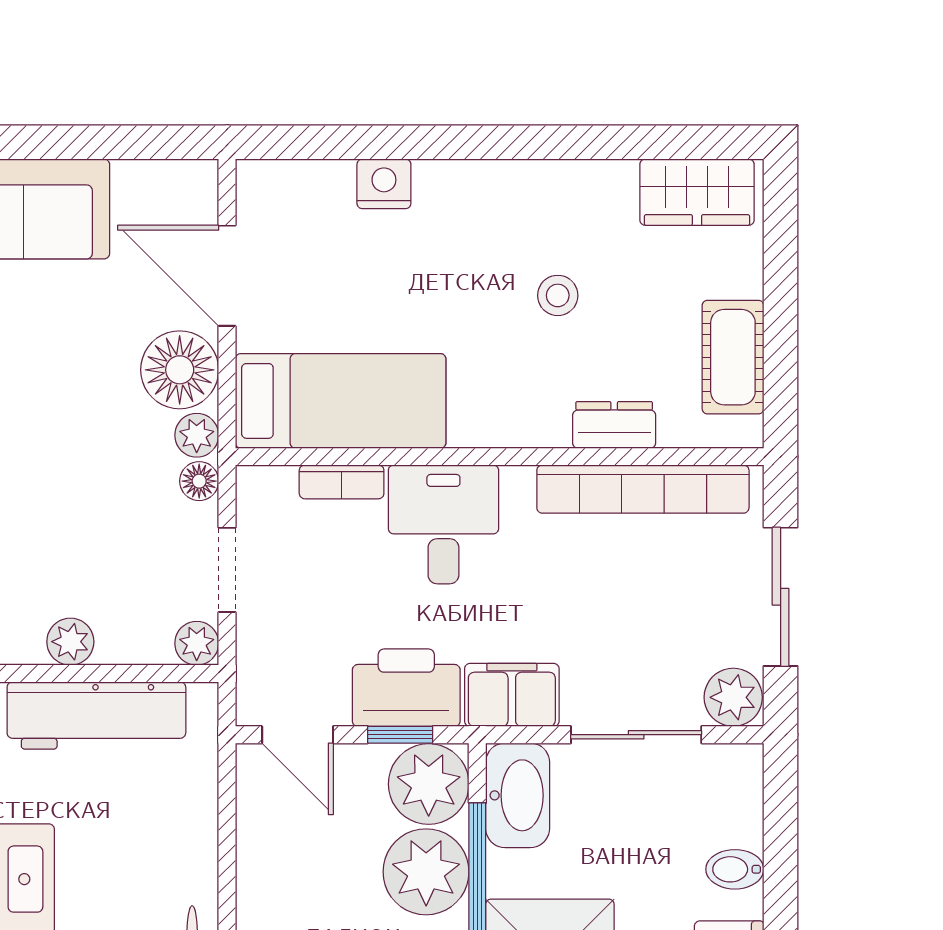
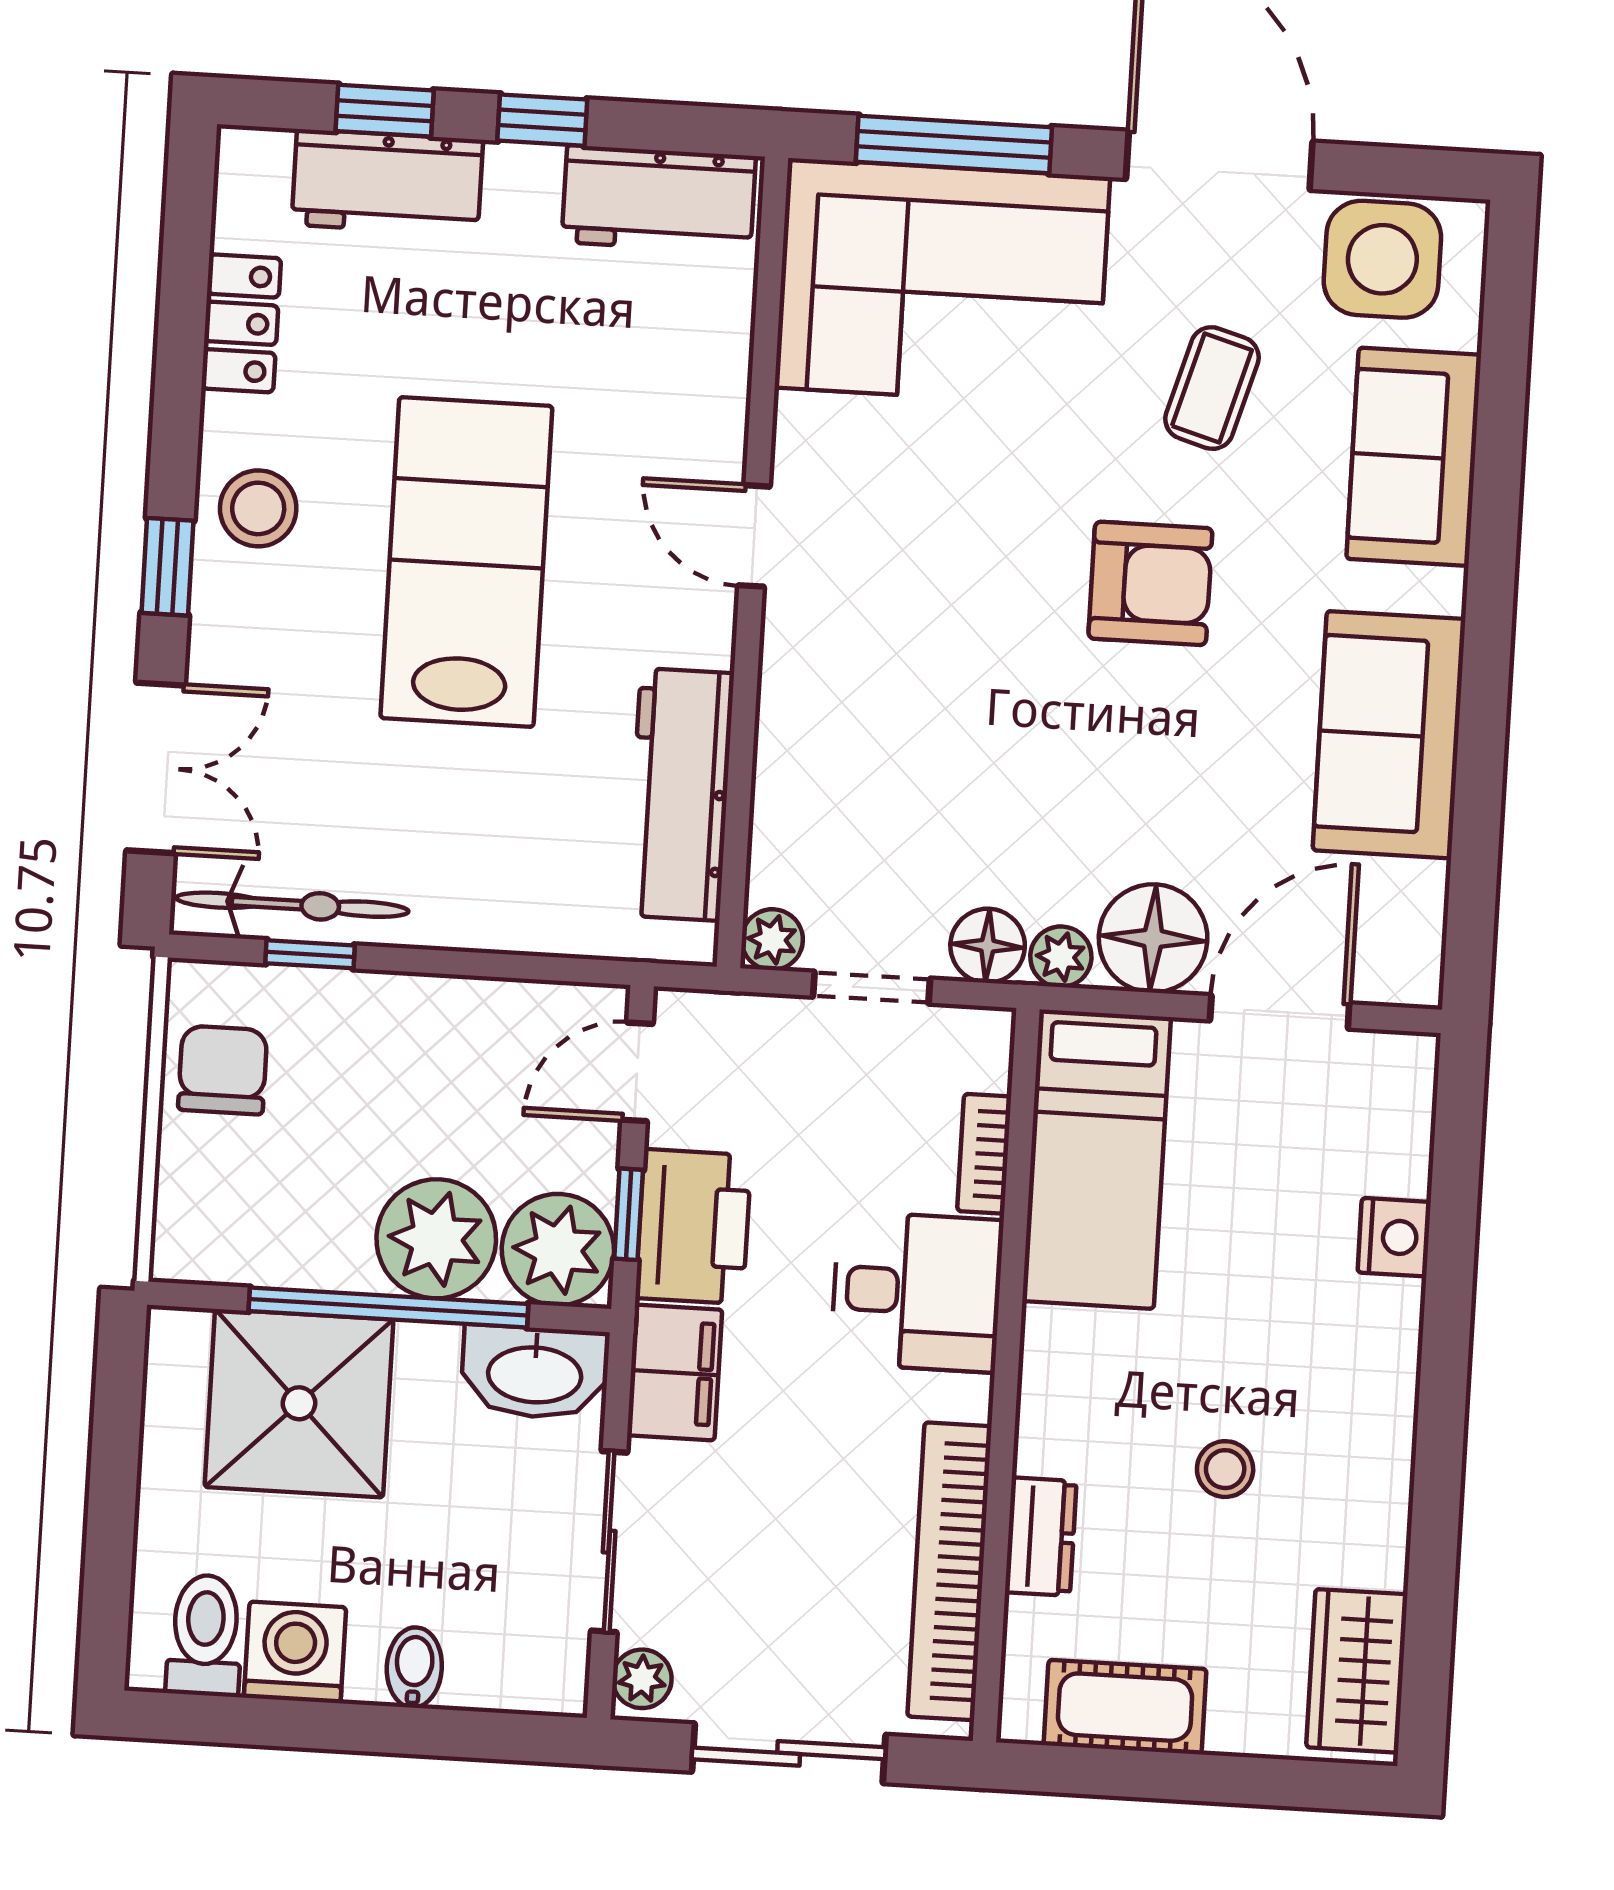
floor lamp: (199, 481) -> (988, 946), width x1.37, depth x1.37
plant: (70, 642) -> (785, 764), removed
plant: (733, 697) -> (642, 1679), width x0.73, depth x0.73

